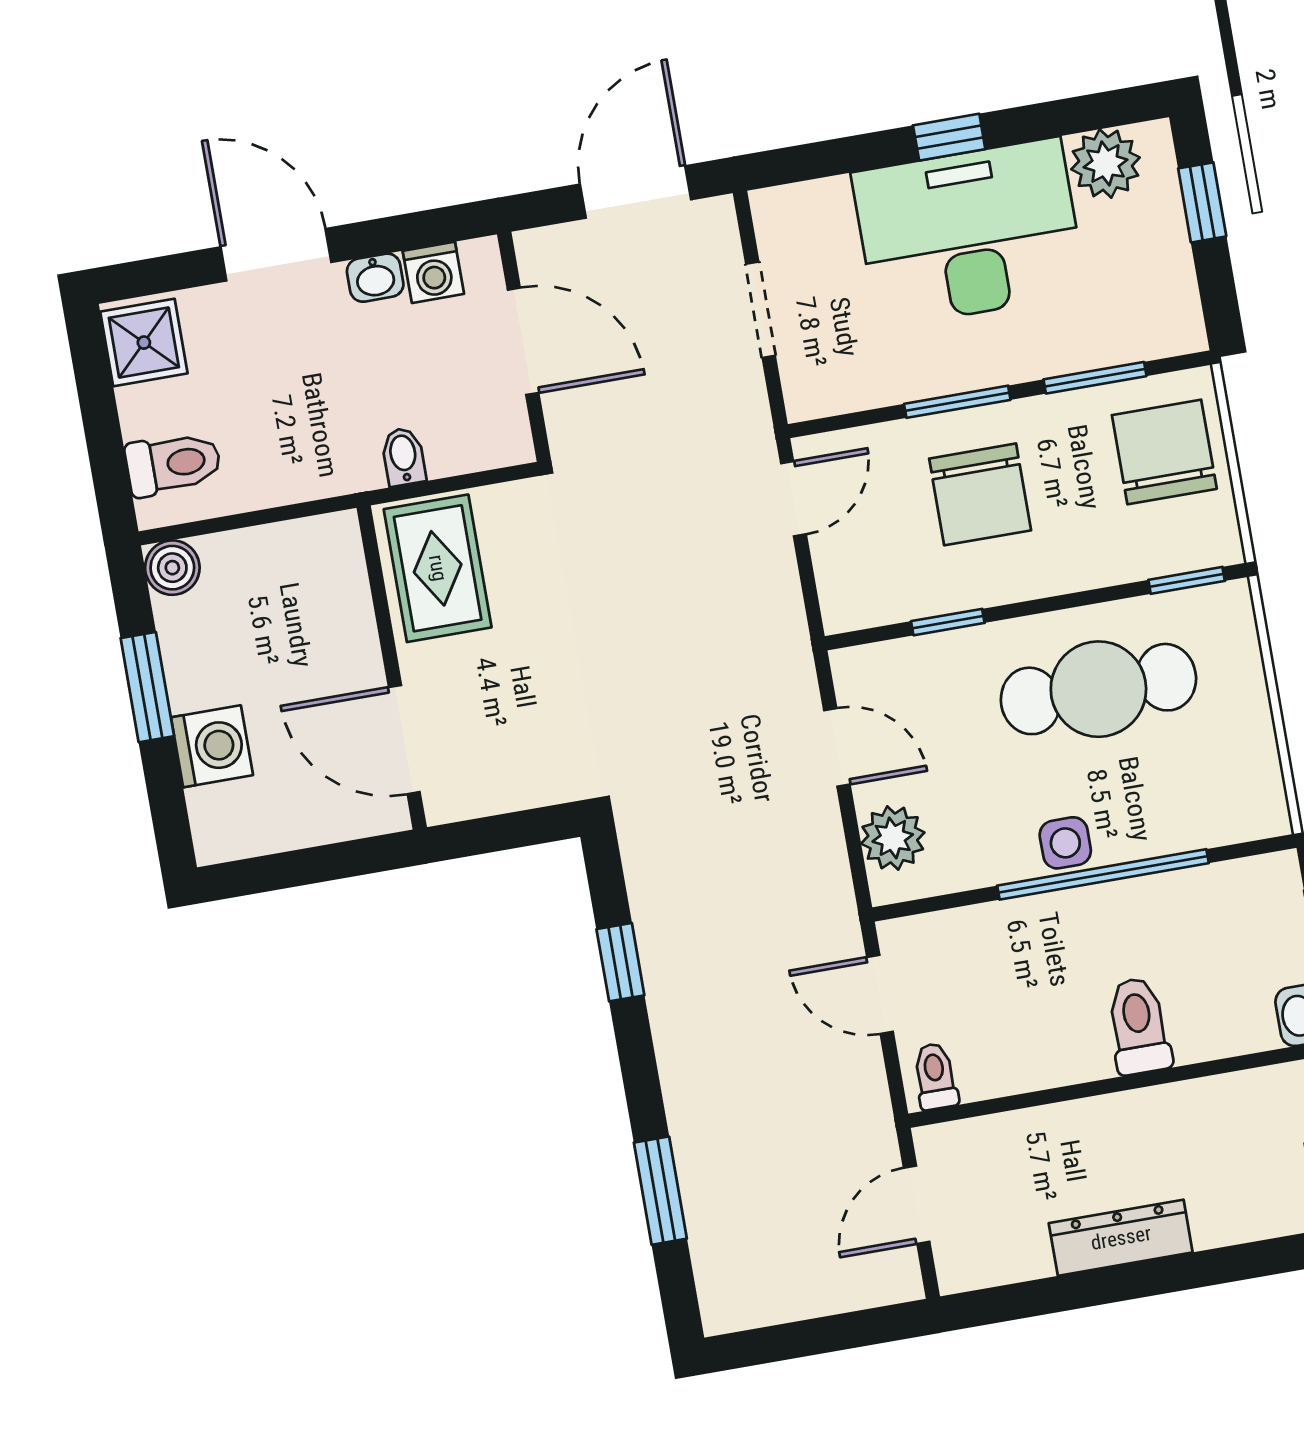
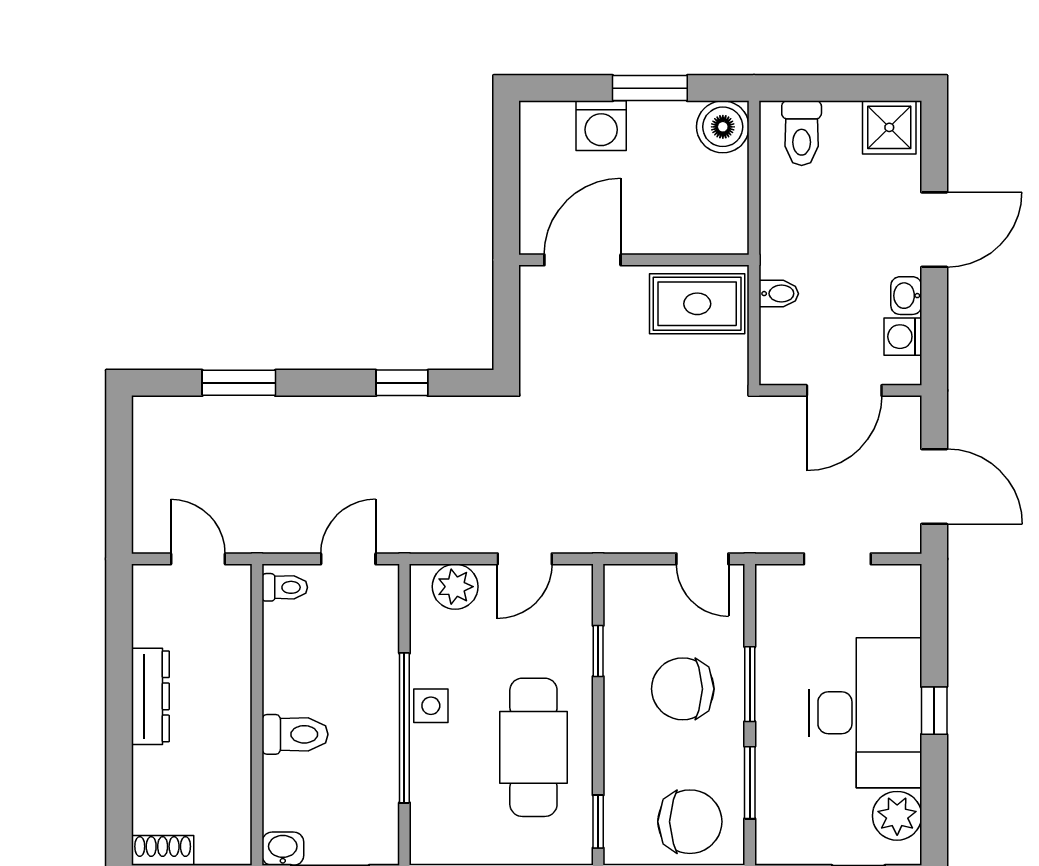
boiler: (172, 568) -> (723, 127), width x1.36, depth x1.36

